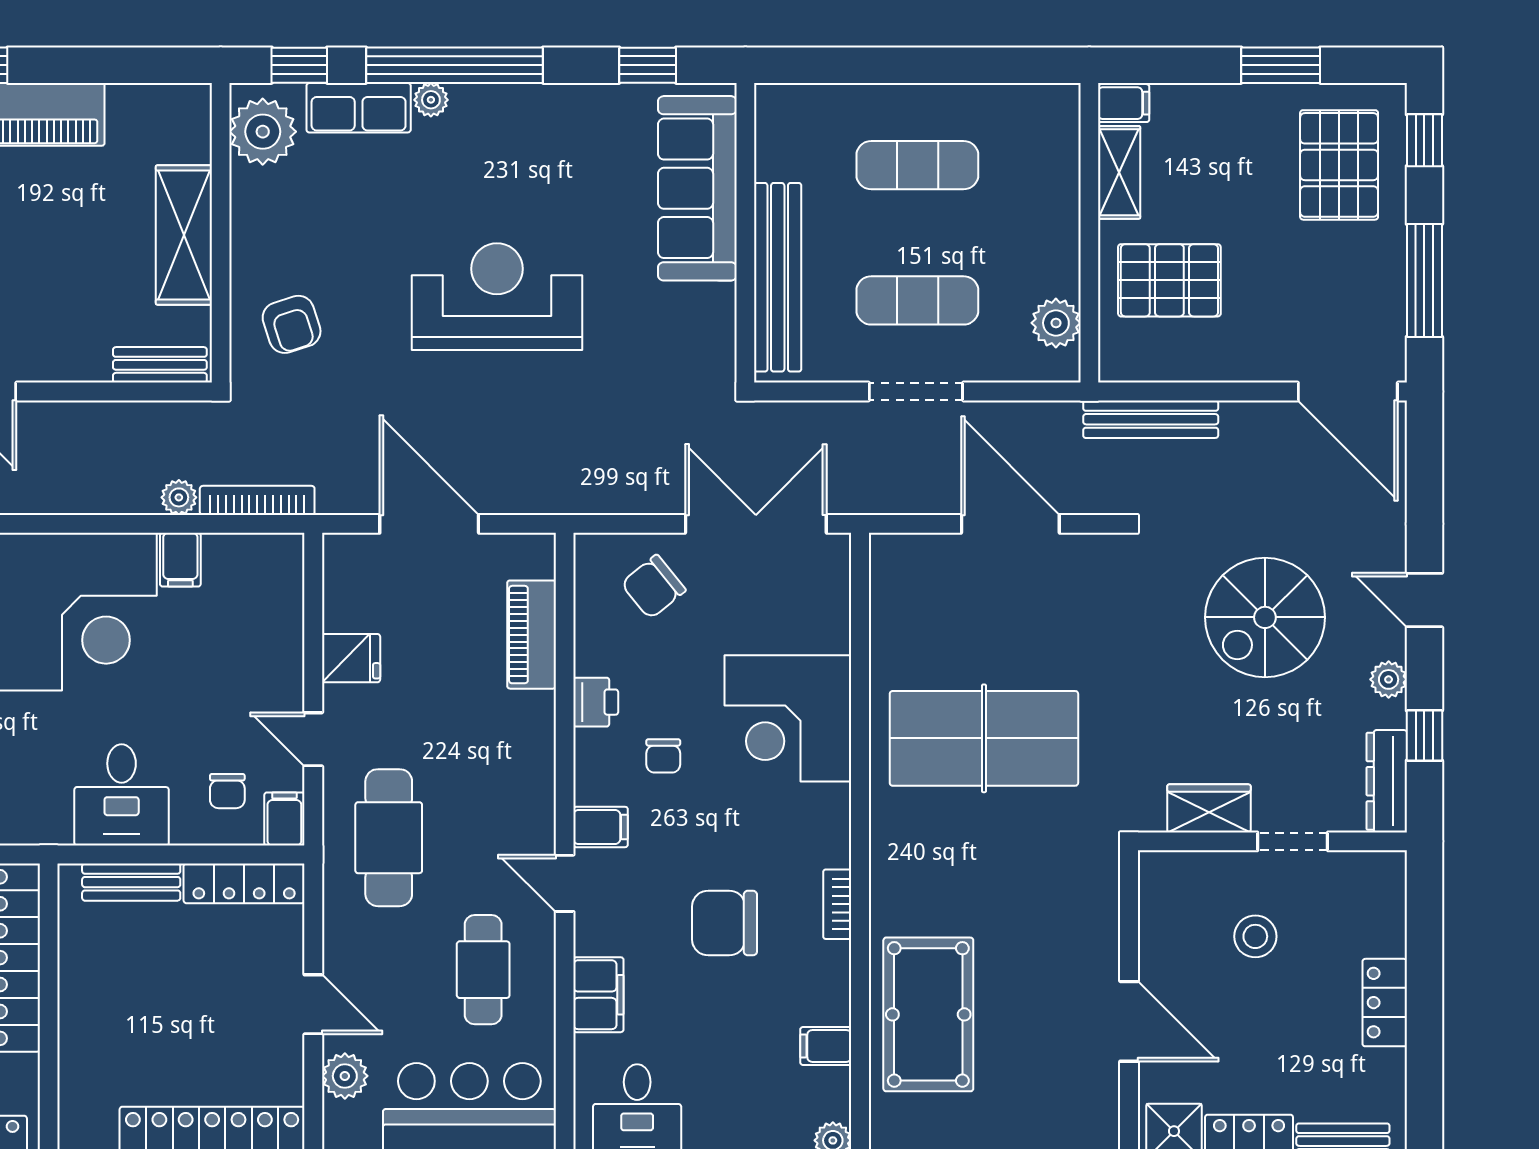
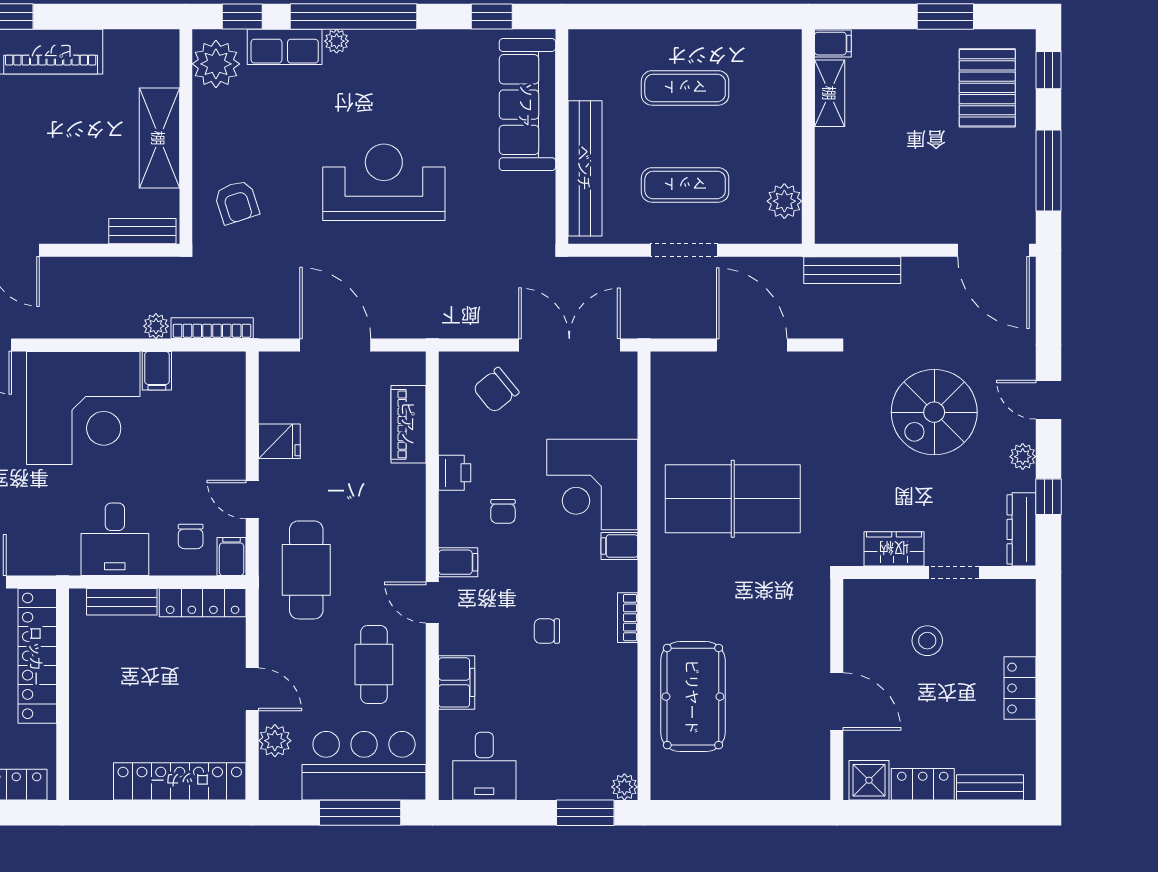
pallet: (1169, 280) -> (866, 171), removed
chair: (725, 923) -> (547, 631), width x0.54, depth x0.54
filing cabinet: (826, 1046) -> (619, 546), moved

